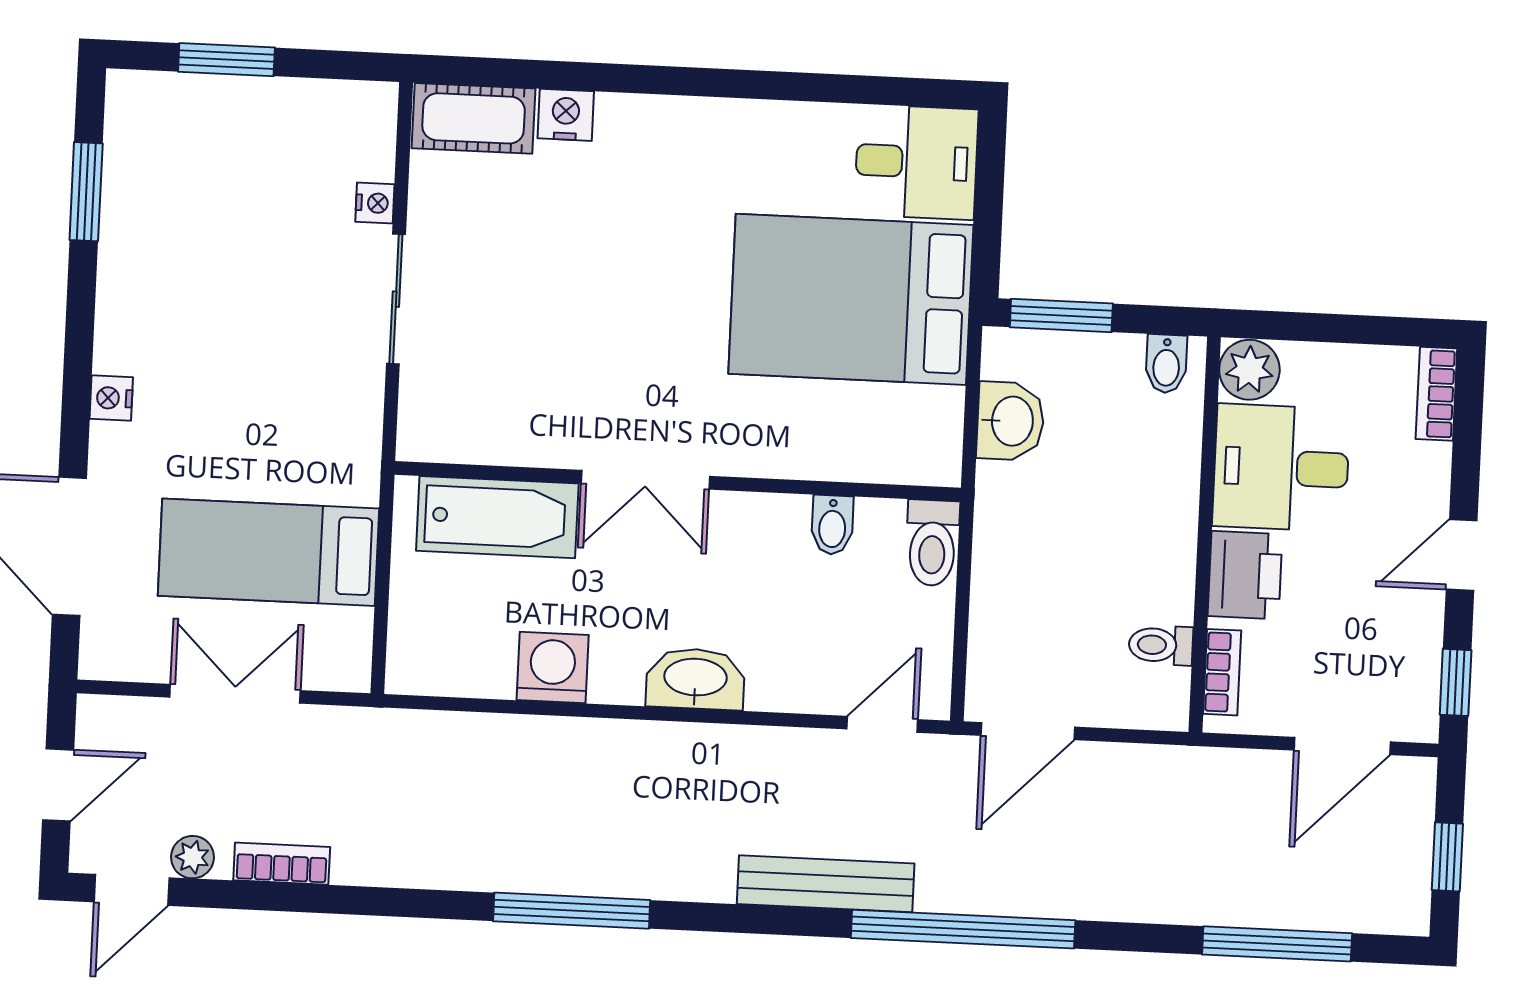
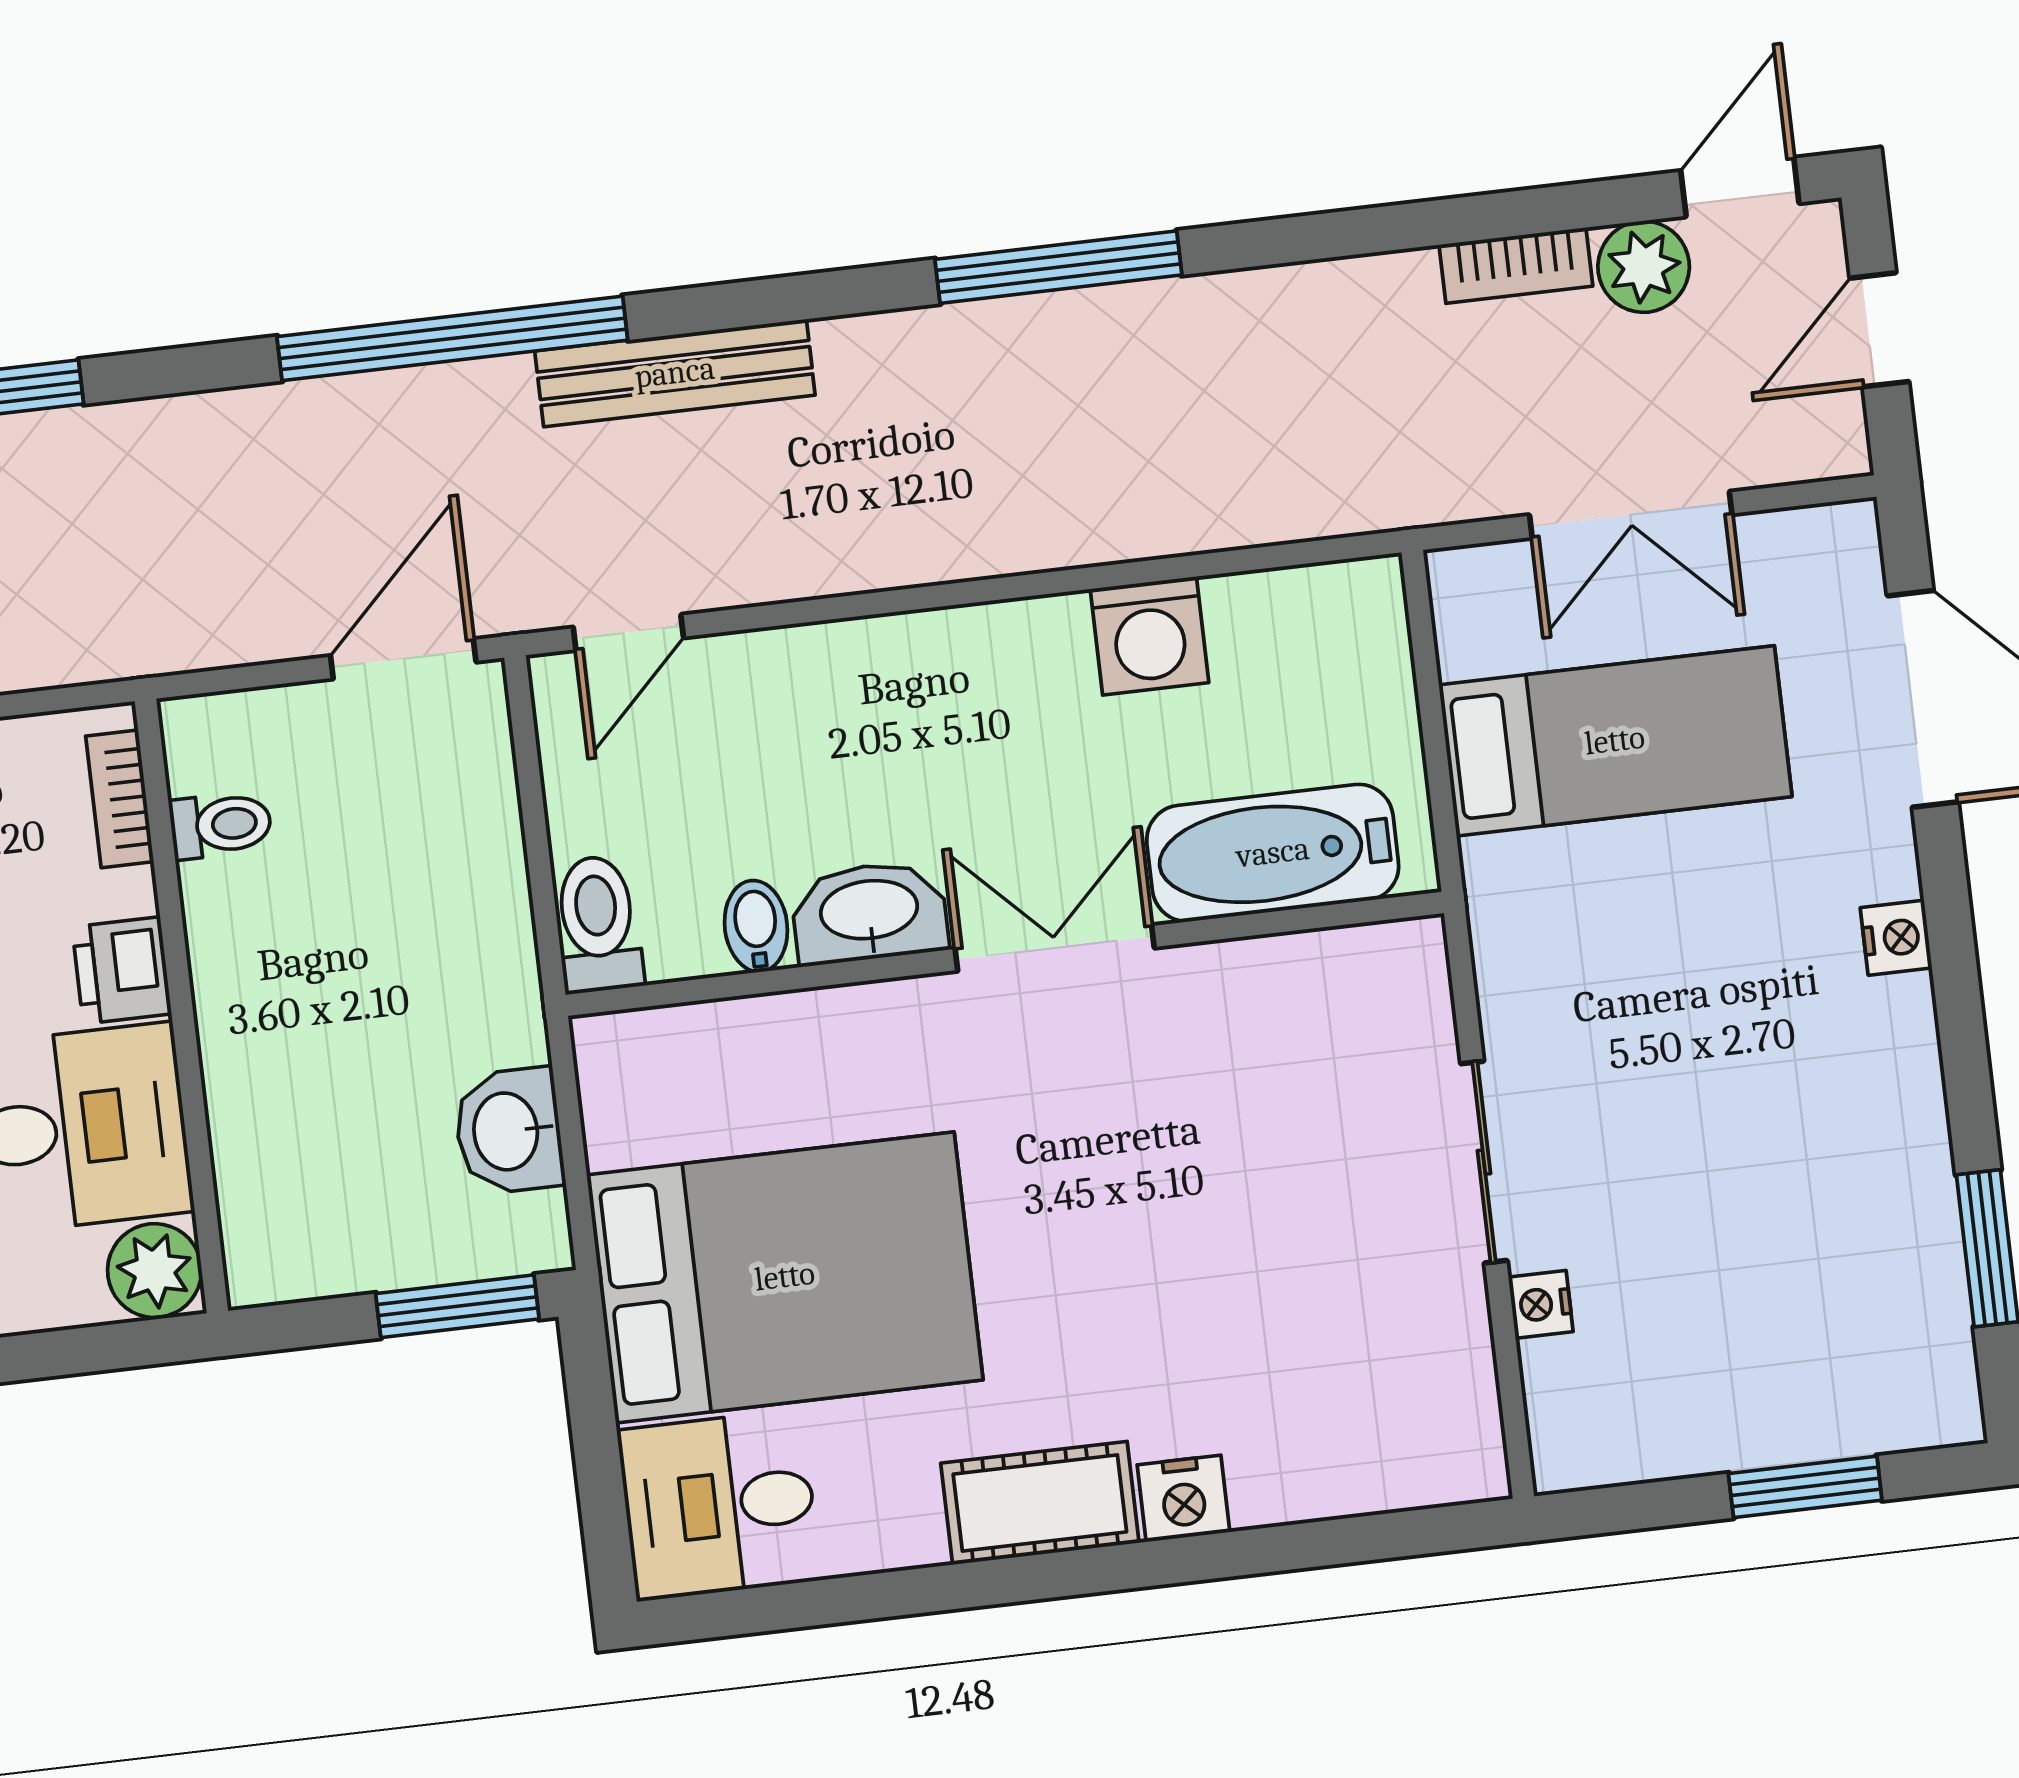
nightstand: (566, 115) -> (1184, 1498), moved
cot: (474, 118) -> (1040, 1503), moved
bidet: (1166, 364) -> (284, 1259), removed
printer: (1245, 575) -> (122, 970), width x0.73, depth x0.81
washbasin: (695, 679) -> (869, 912), moved, turned 180
plant: (192, 857) -> (1644, 267), width x1.38, depth x1.38

